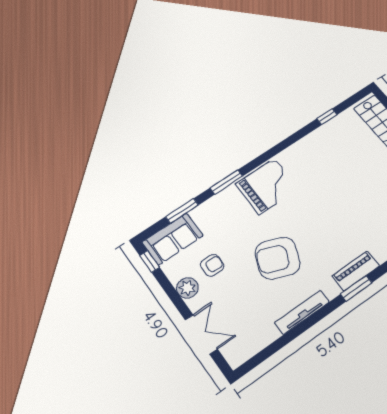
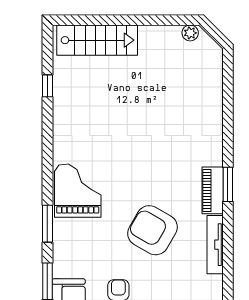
armchair: (278, 258) -> (152, 230), turned 98
piano: (356, 271) -> (213, 190), moved

